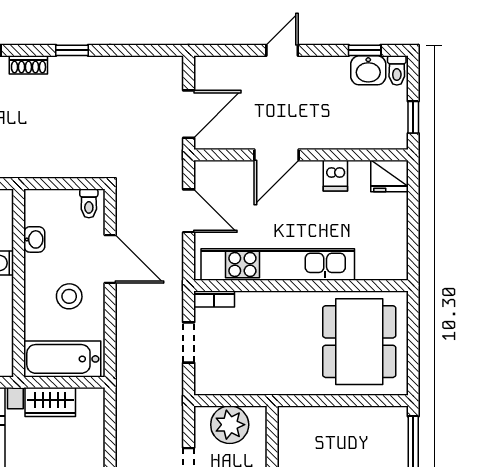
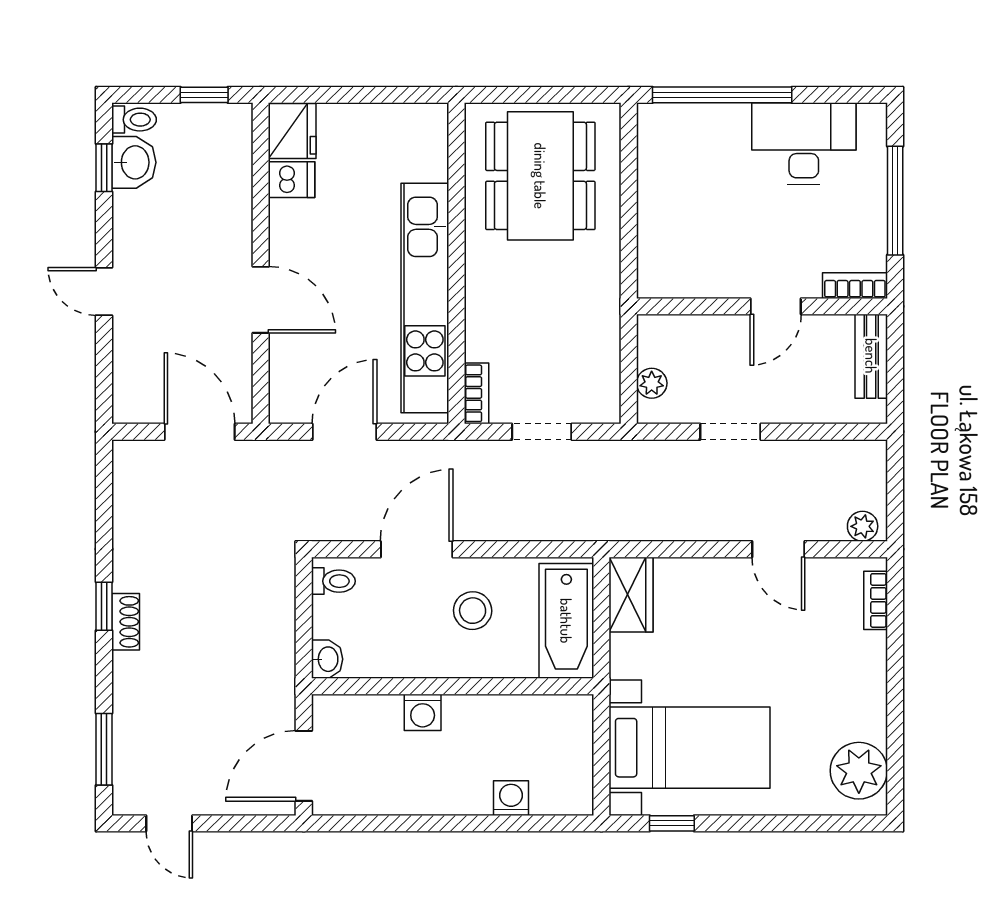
shoe rack: (28, 65) -> (126, 622), moved
dishwasher: (335, 176) -> (292, 180), moved
washbasin: (34, 239) -> (327, 659), moved, turned 90
dining table: (359, 342) -> (540, 176), turned 90
wardrobe: (50, 402) -> (631, 595), moved
plant: (230, 425) -> (652, 383), width x0.53, depth x0.53

